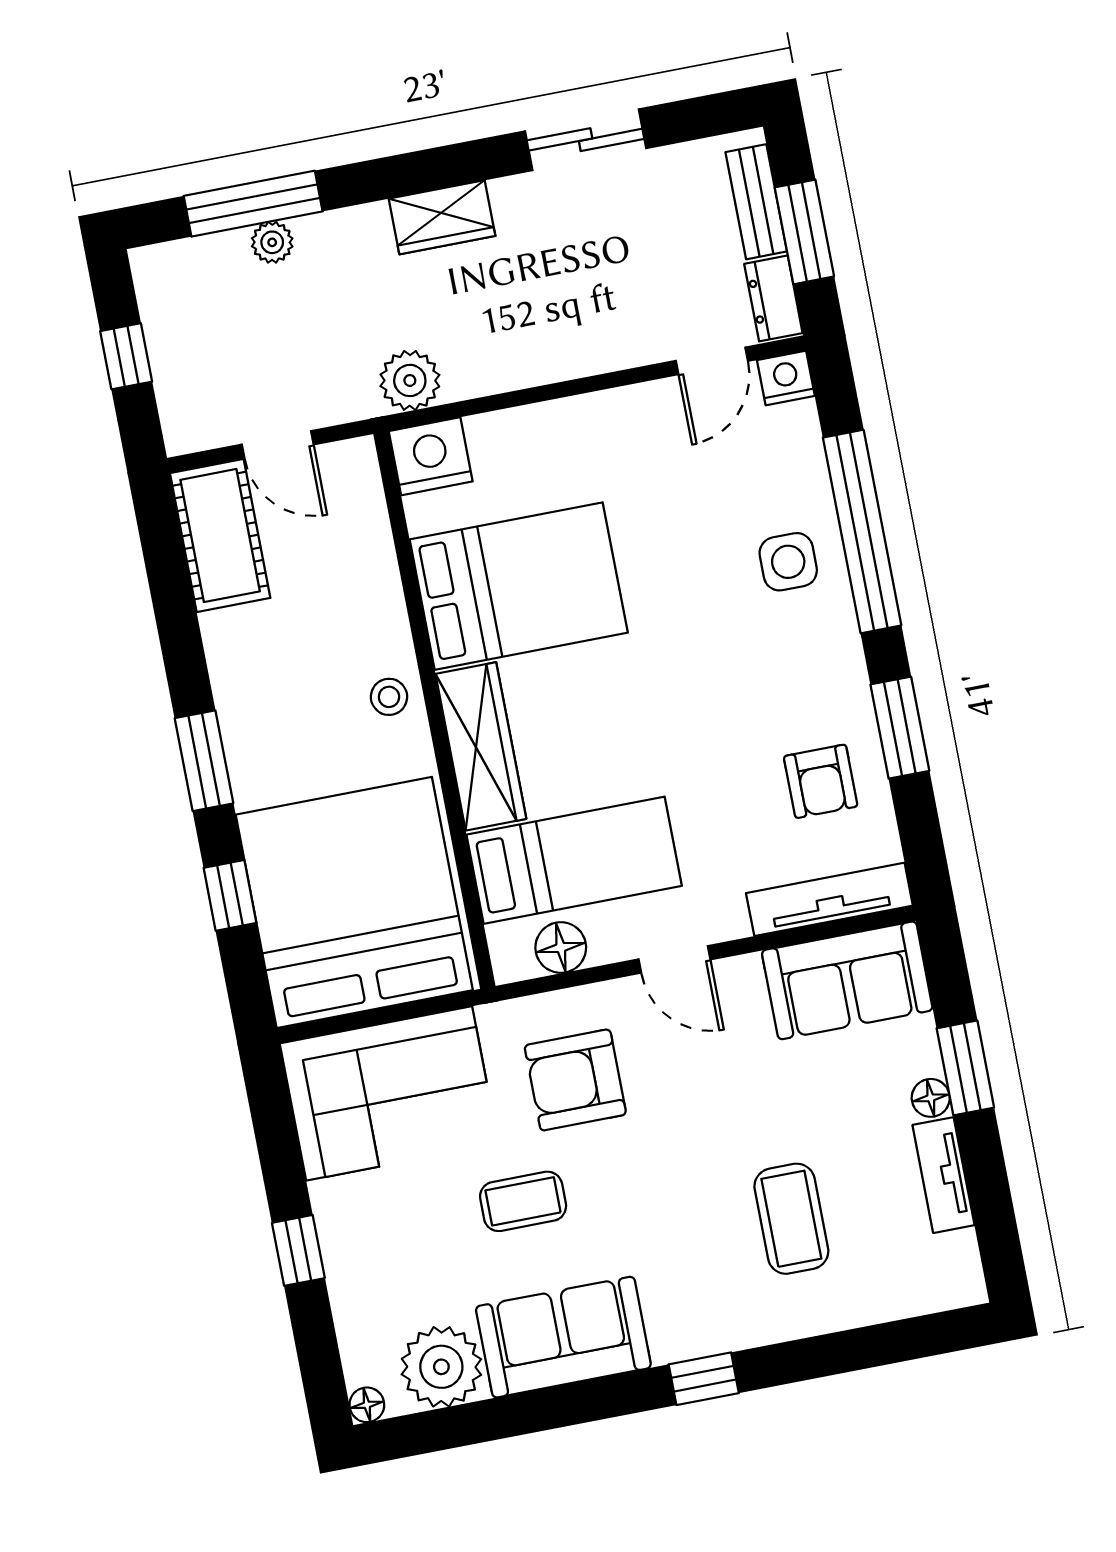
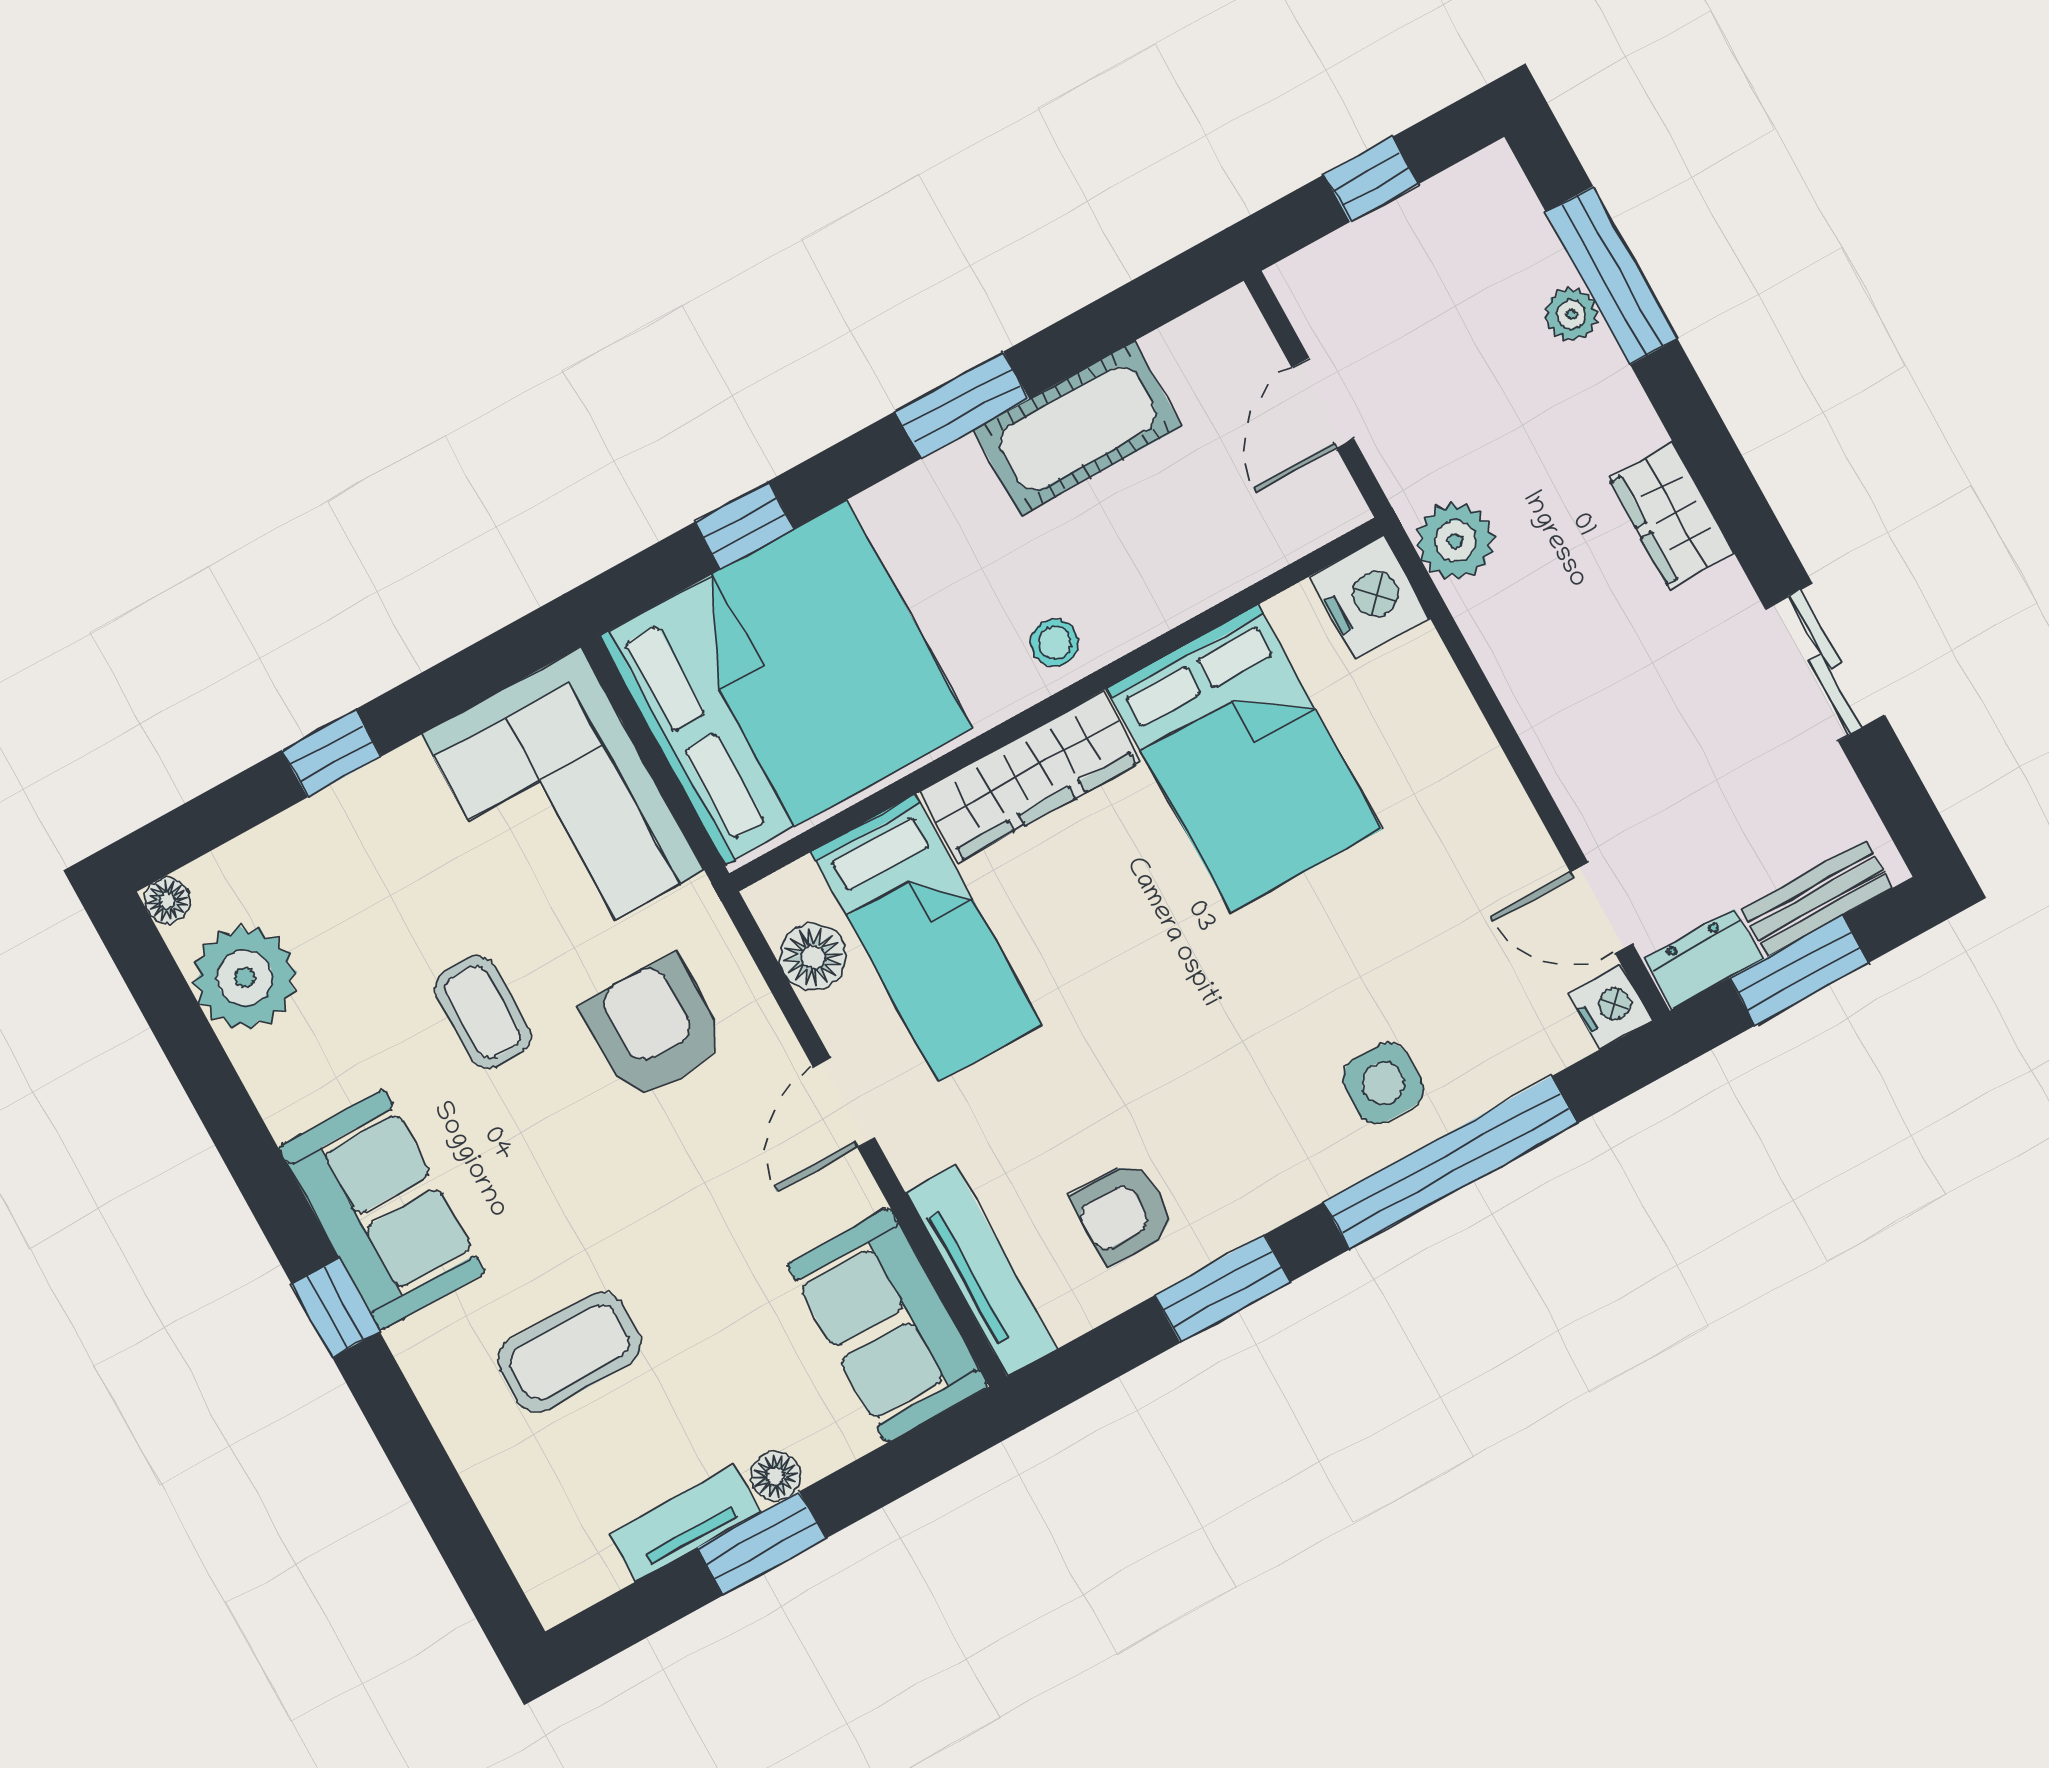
cot: (220, 536) -> (1078, 428), moved
window: (204, 761) -> (962, 405), moved
window: (965, 1068) -> (761, 1543), moved
sofa: (563, 1337) -> (382, 1210), moved

